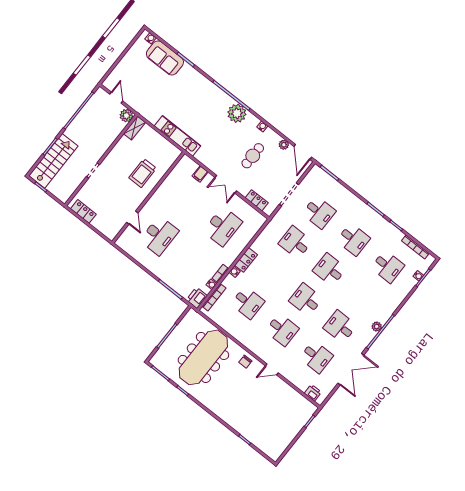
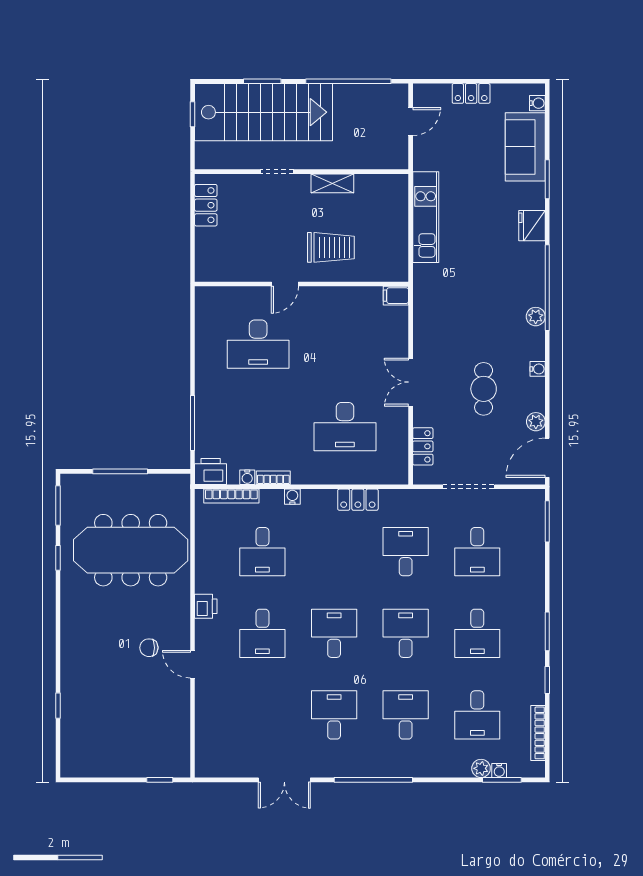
locker: (124, 63) -> (471, 93), added
fridge: (200, 81) -> (532, 226), added
plant: (237, 113) -> (536, 317), width x0.53, depth x0.53
plant: (126, 116) -> (396, 157), removed
shelving: (134, 128) -> (332, 183), moved
kitchen unit: (177, 136) -> (426, 217), moved
cafe table: (253, 156) -> (484, 389), turned 90
stairs: (53, 161) -> (264, 112), width x1.36, depth x1.51
trolley: (143, 173) -> (331, 247), turned 180
filing cabinet: (200, 174) -> (396, 296), moved
door: (132, 218) -> (285, 284), moved
locker: (246, 260) -> (358, 500), moved
plant: (377, 327) -> (481, 768), moved
desk: (316, 357) -> (406, 715), moved, turned 180
chair: (245, 362) -> (149, 648), moved
double door: (351, 369) -> (284, 780), width x0.73
printer: (313, 393) -> (206, 606), moved

